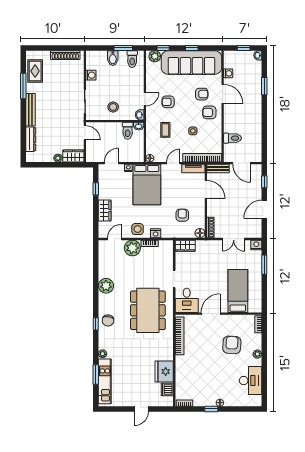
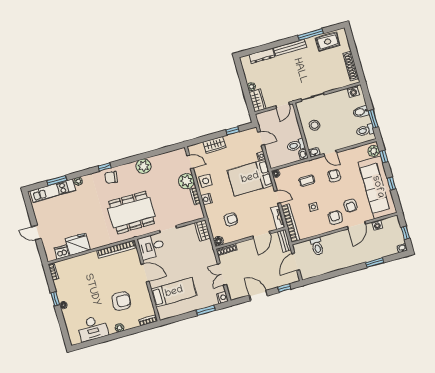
washing machine: (91, 75) -> (353, 92), moved

